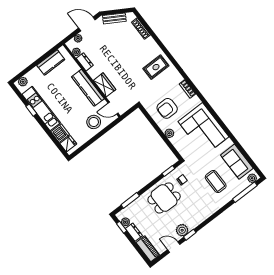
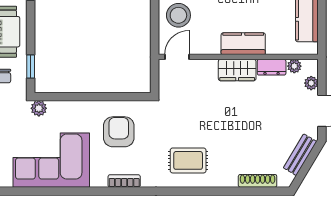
rug: (156, 67) -> (188, 160), turned 90
wardrobe: (105, 85) -> (237, 70), moved
kitchen counter: (88, 88) -> (243, 44), width x0.67
plant: (169, 133) -> (39, 108), moved

